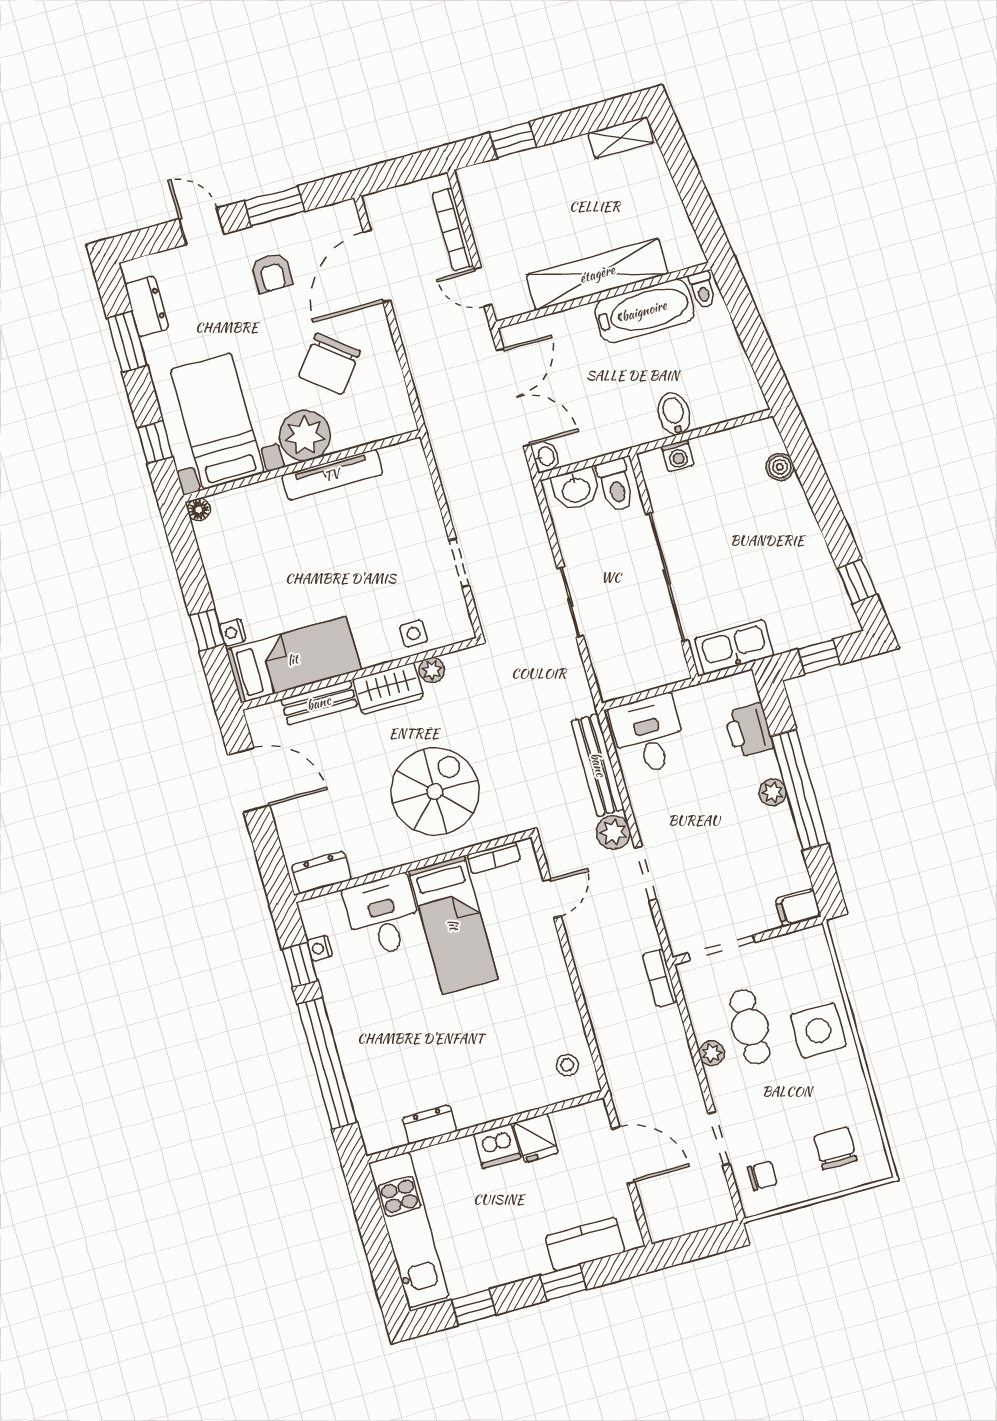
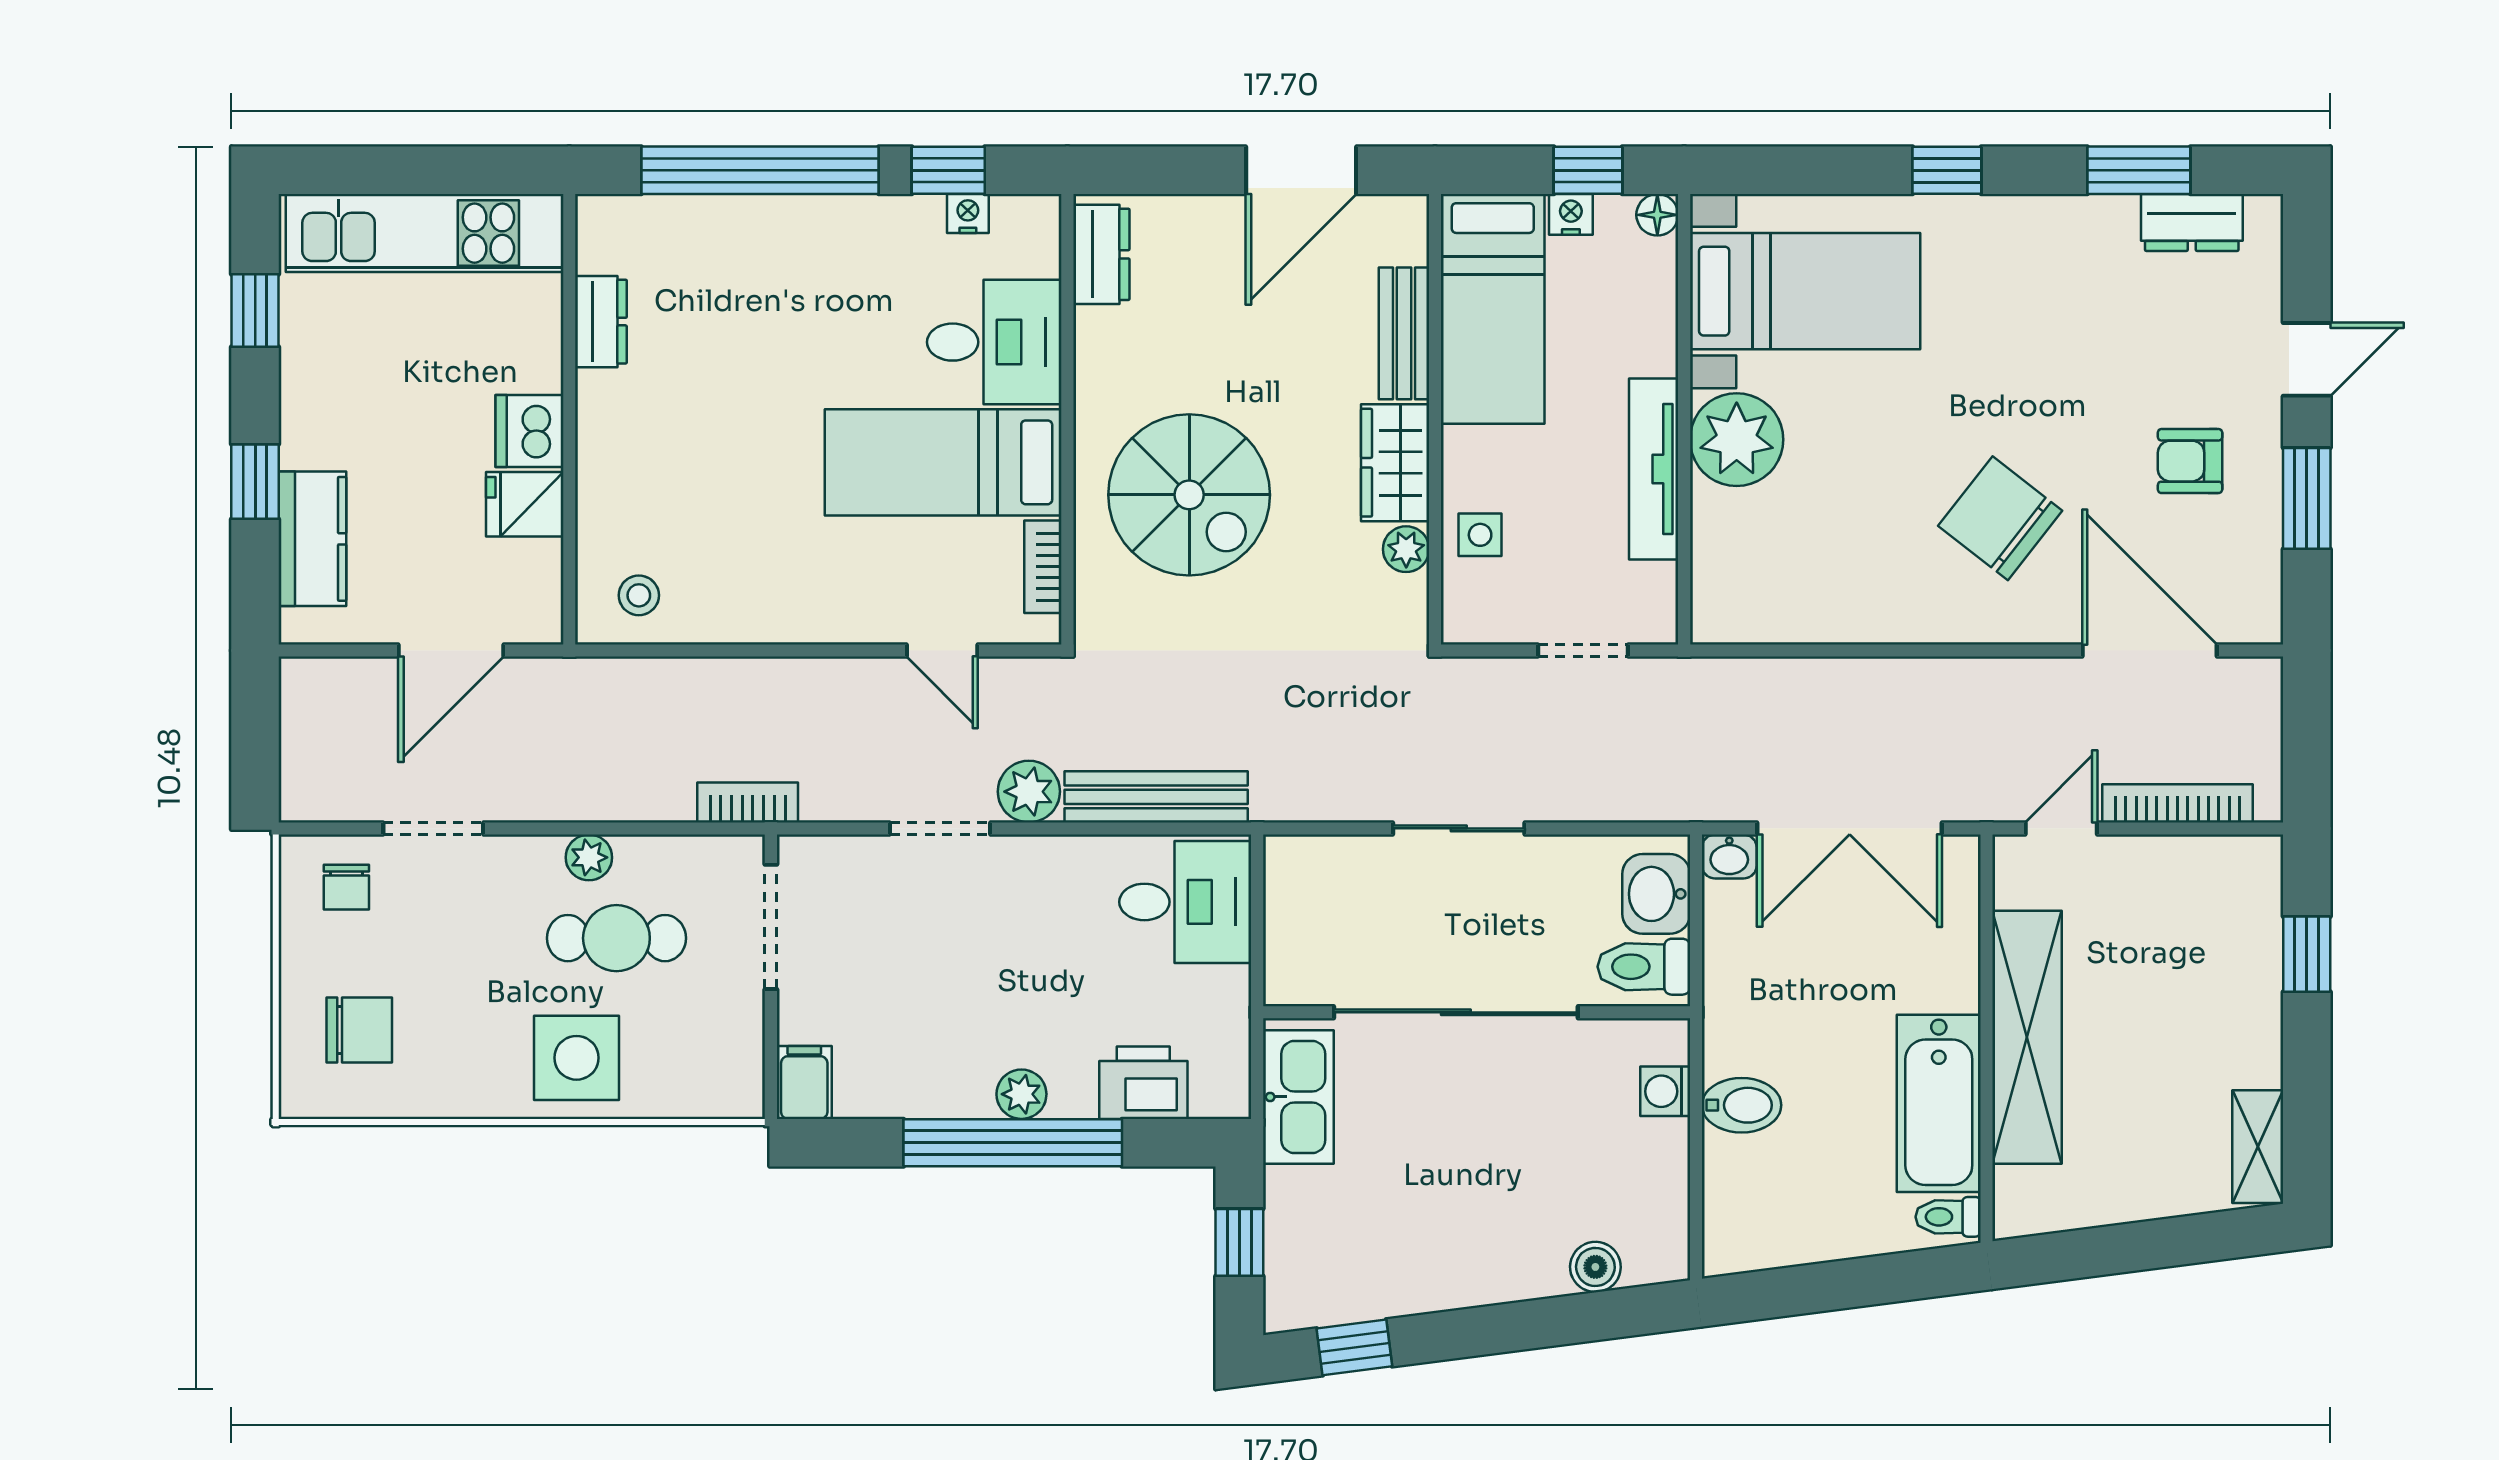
bed with nightstands: (217, 421) -> (1805, 291), moved
plant: (305, 436) -> (1737, 440), moved
wall: (302, 466) -> (1684, 419), moved
tv unit: (332, 475) -> (1654, 469), moved
floor lamp: (199, 510) -> (1657, 215), moved

